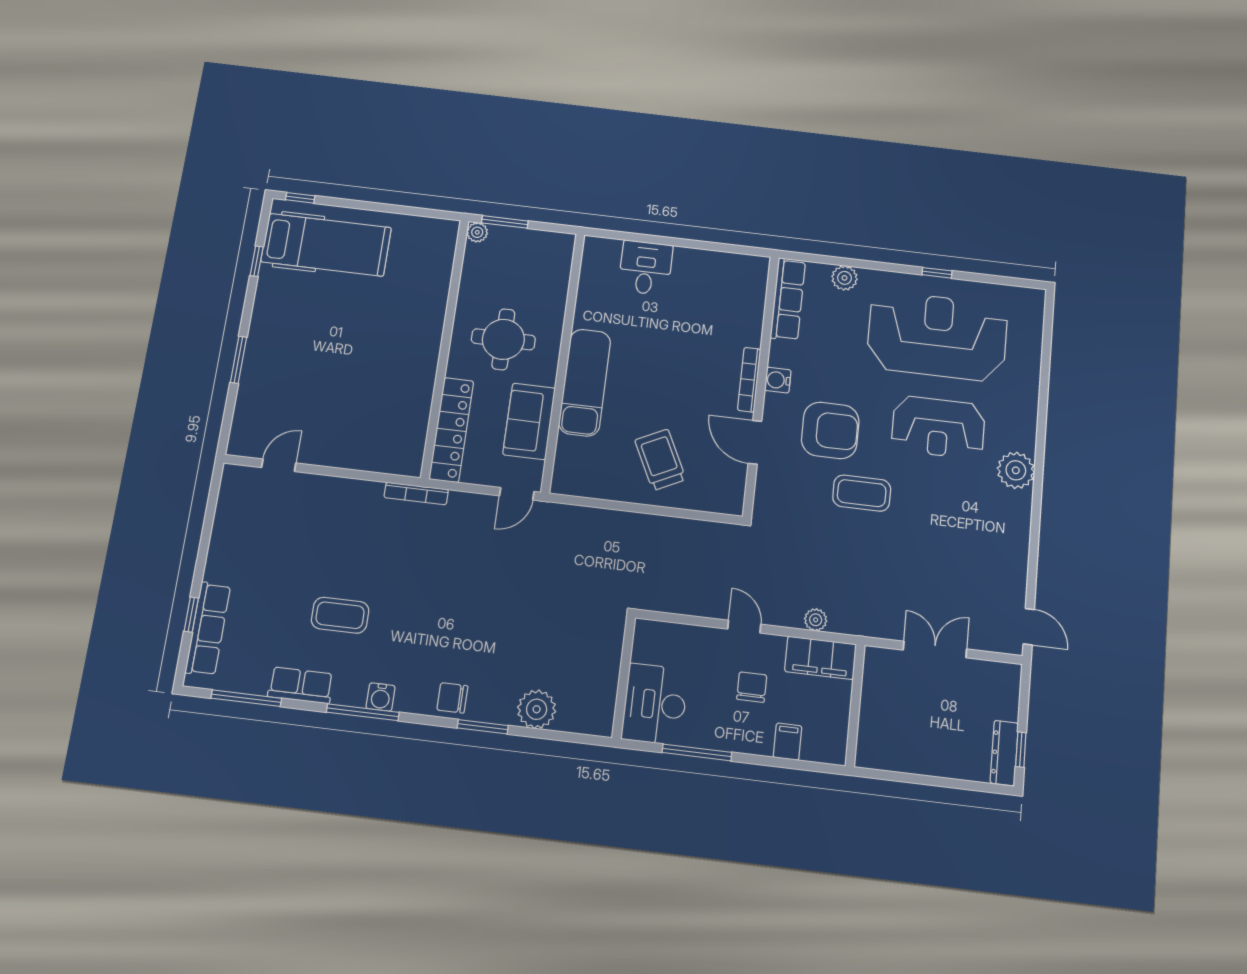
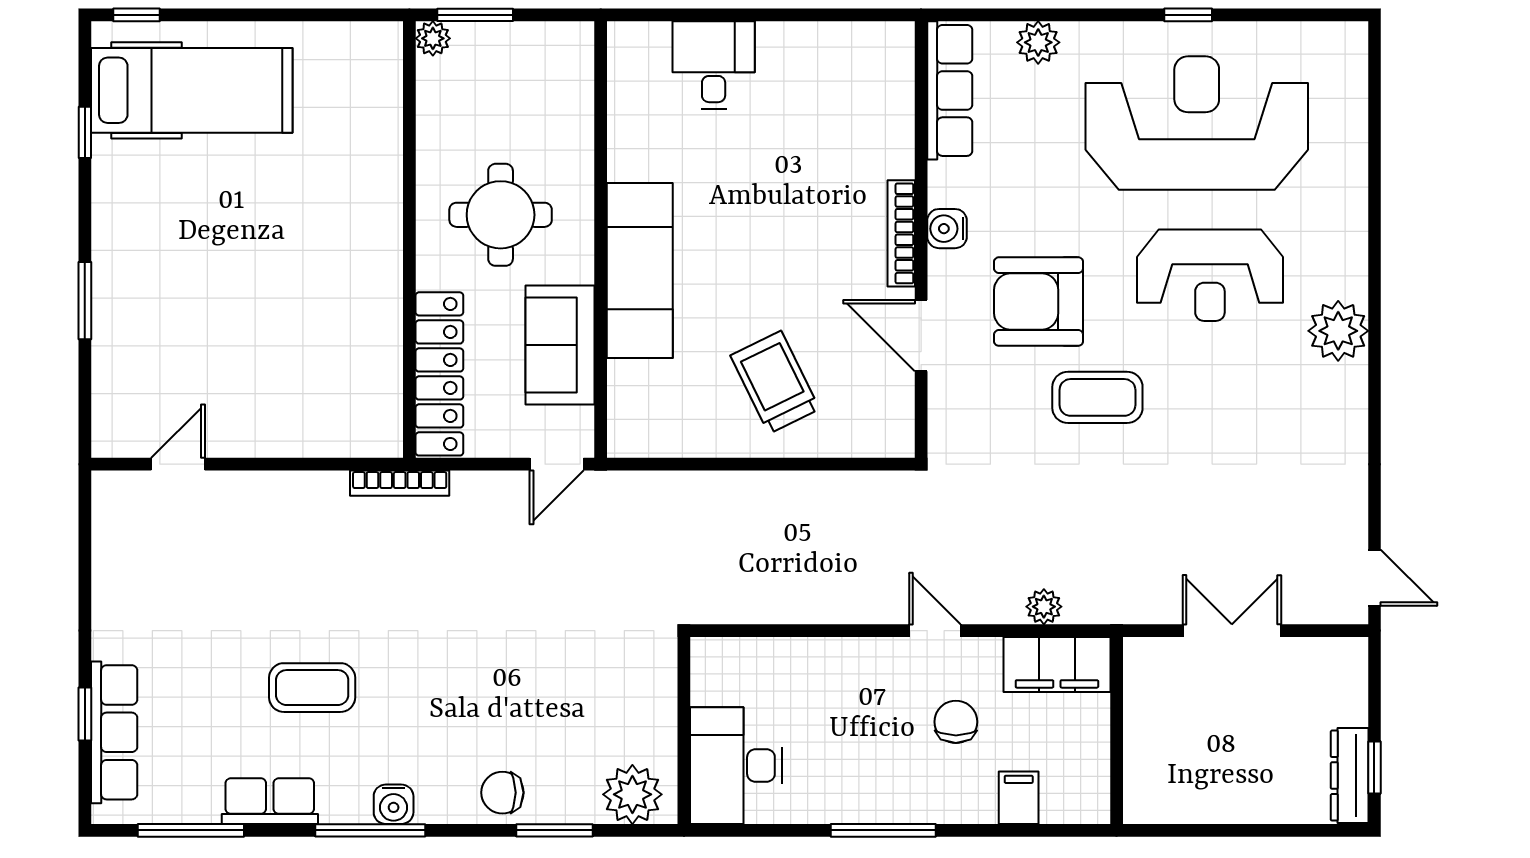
armchair: (830, 430) -> (1039, 302), turned 180
wall: (624, 677) -> (684, 730), moved
desk: (655, 704) -> (736, 766), moved

